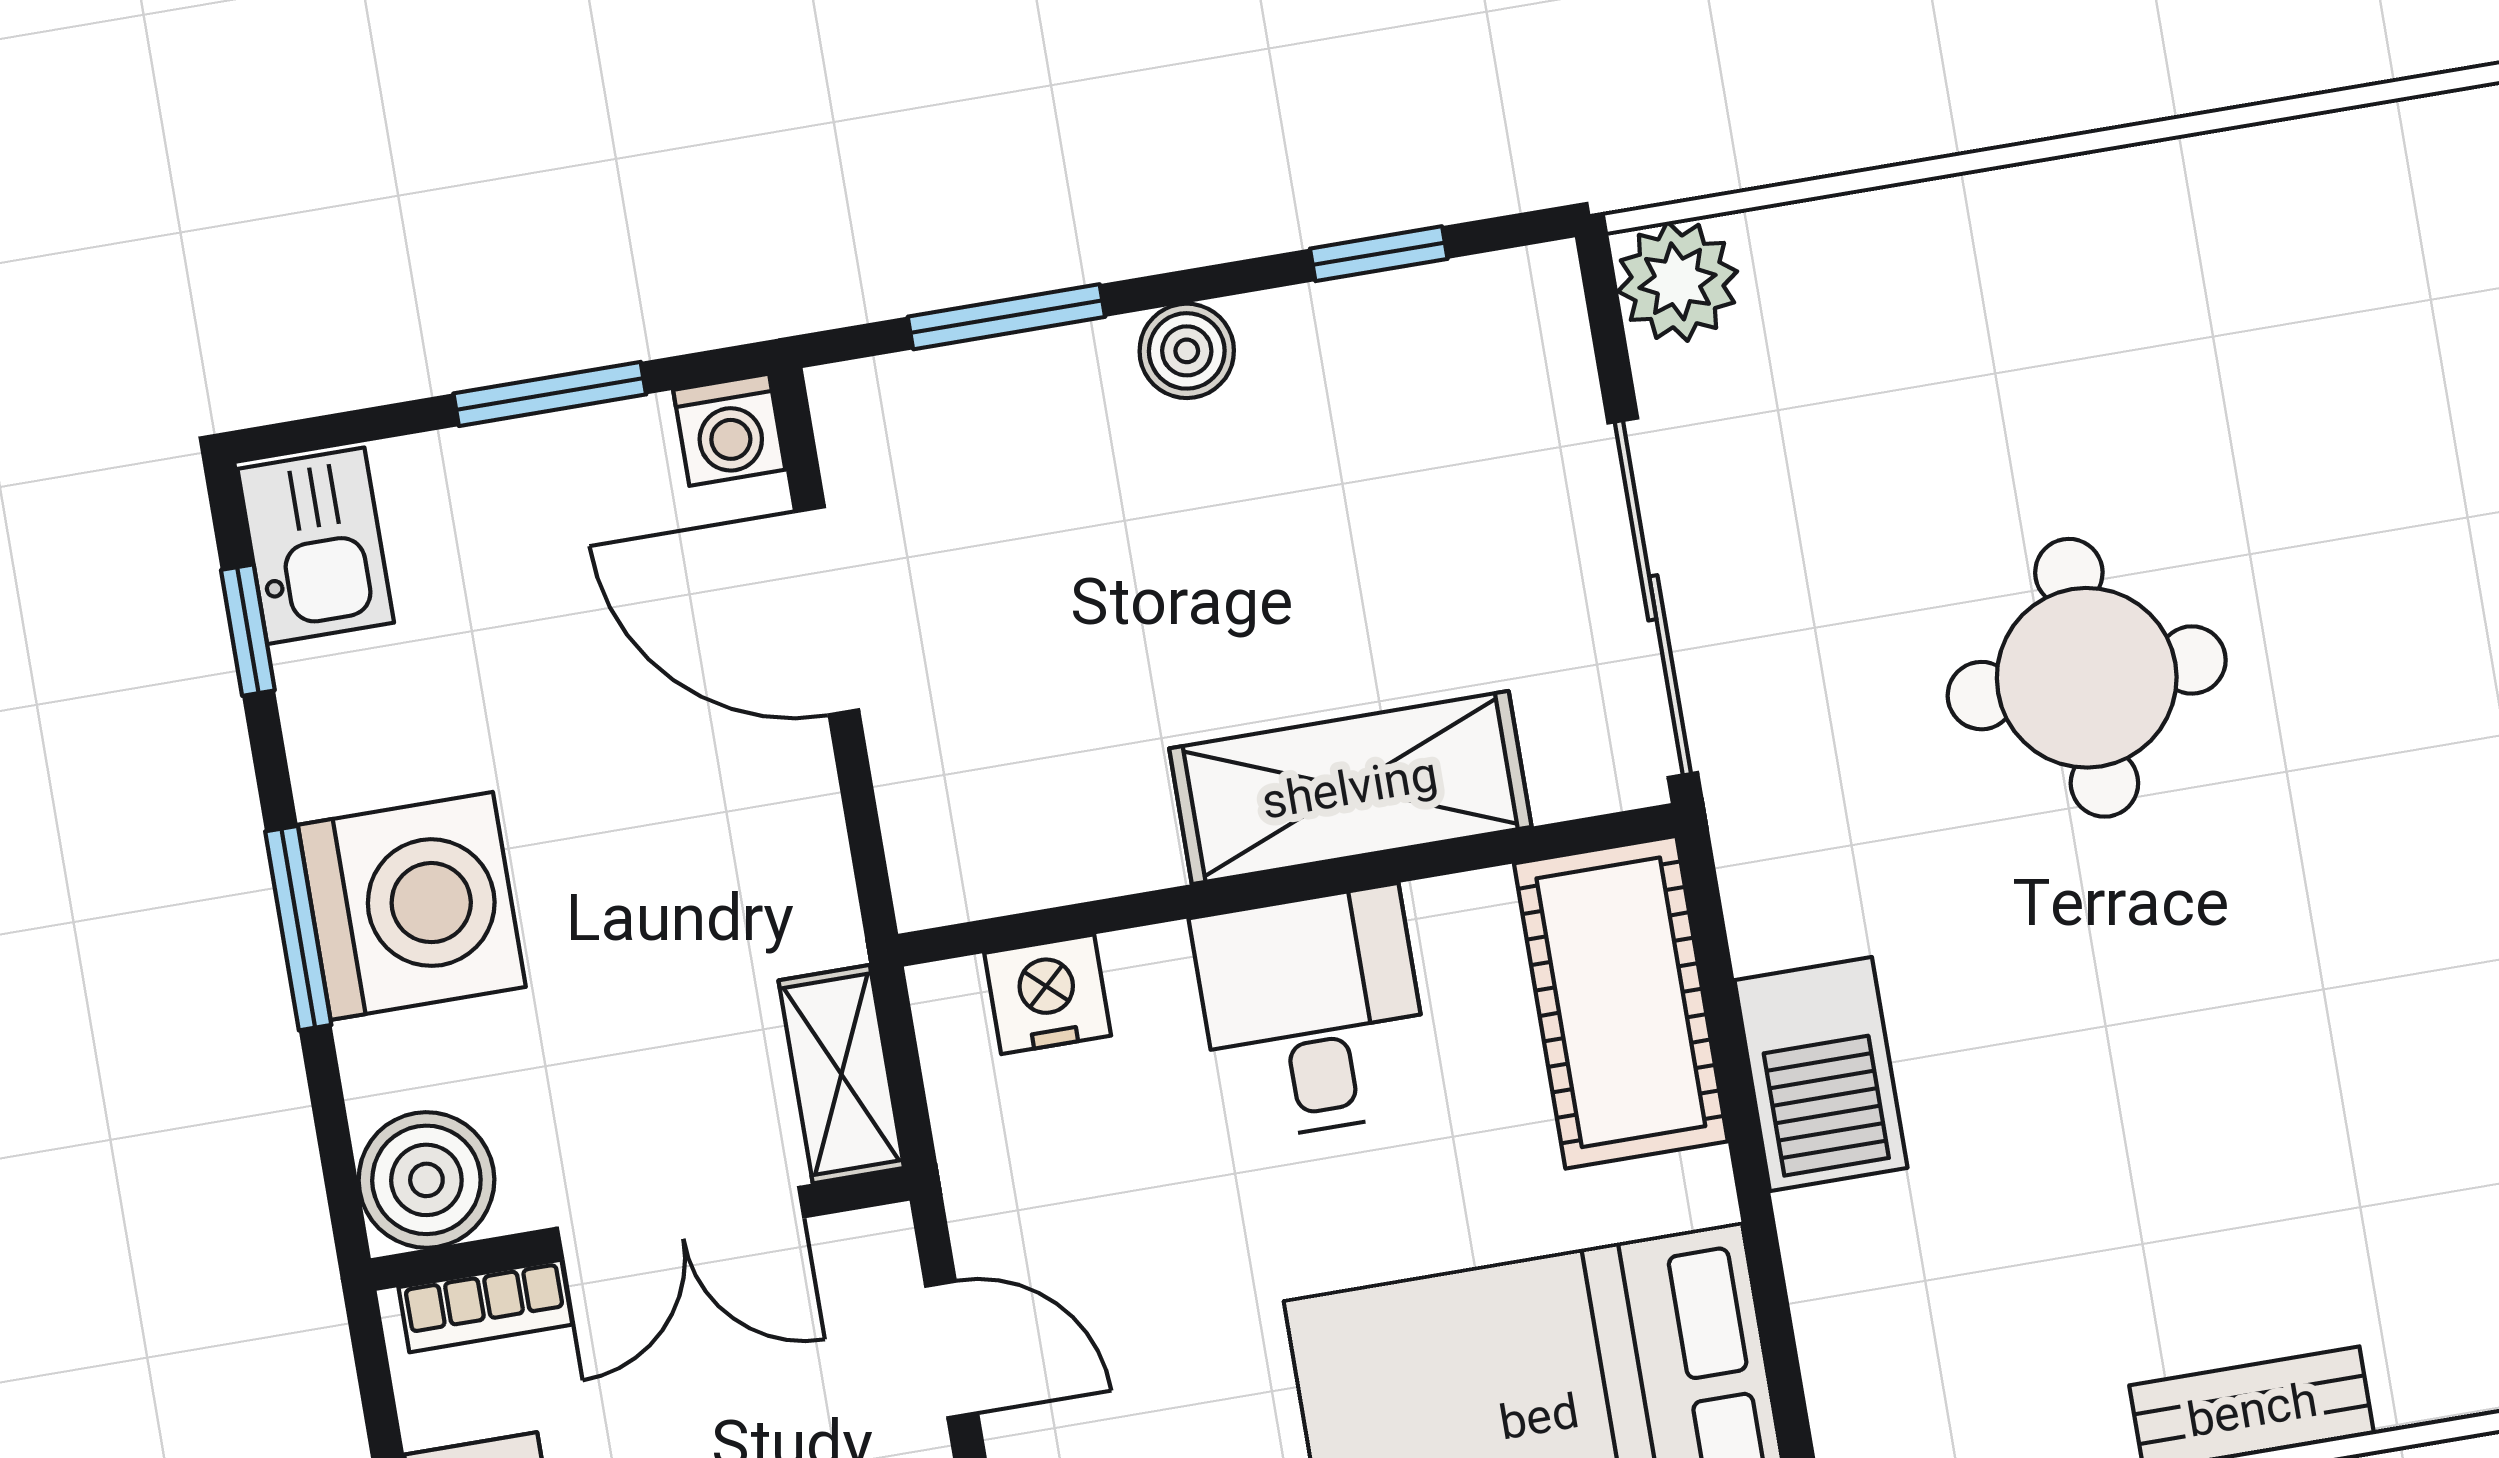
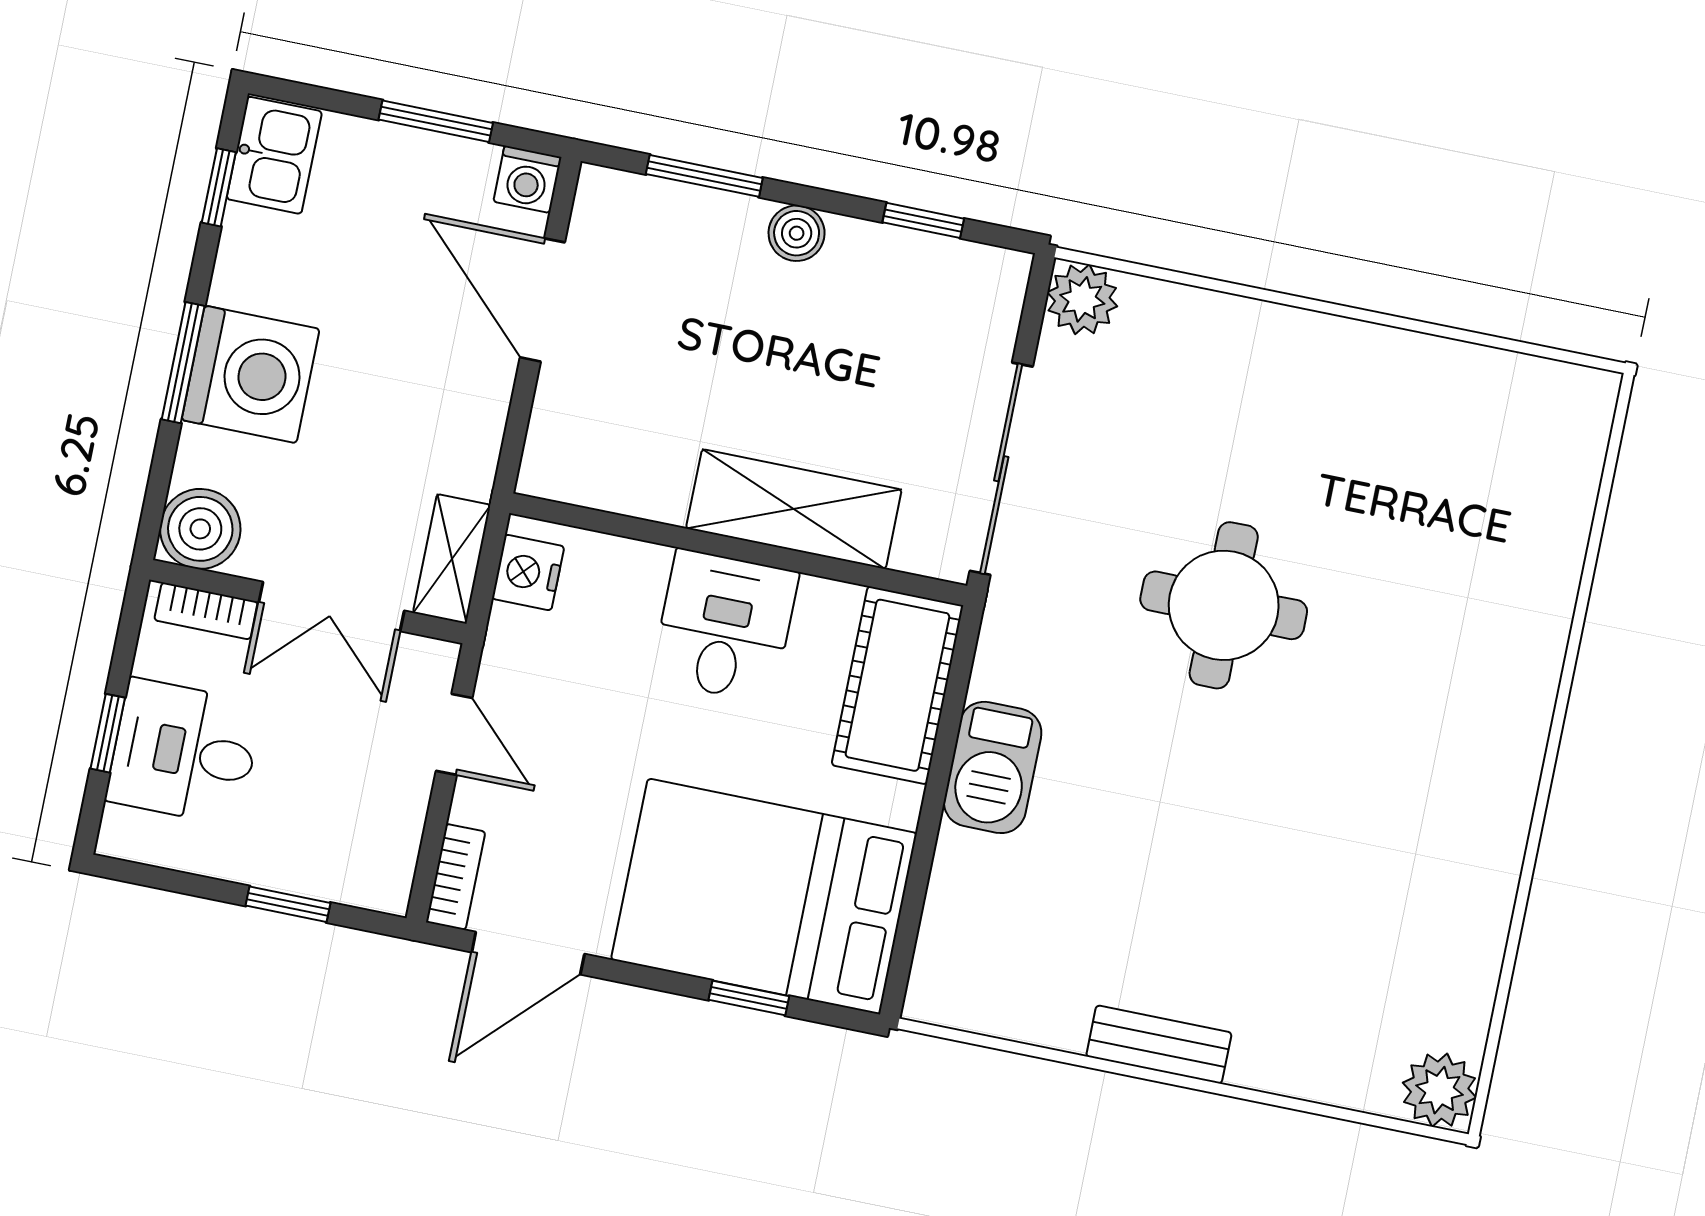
nightstand: (1048, 994) -> (528, 572), moved, turned -90

